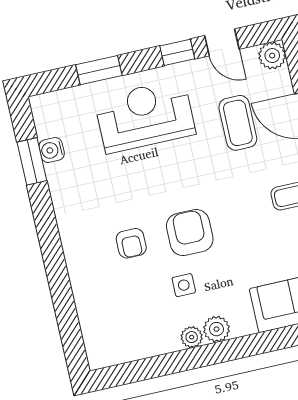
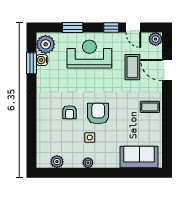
plant: (52, 116) -> (46, 44), added
plant: (216, 329) -> (57, 162), moved

